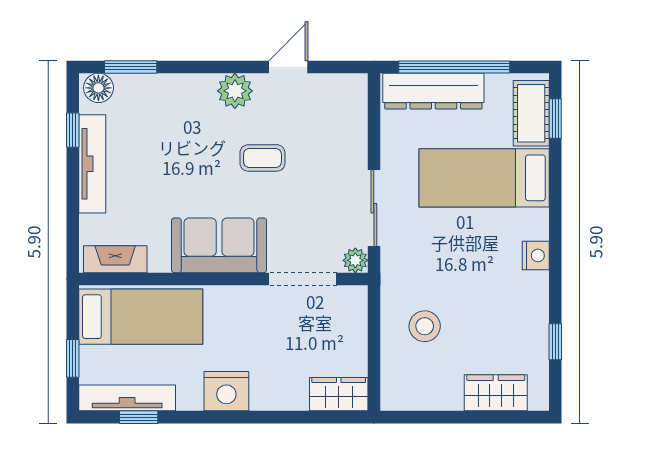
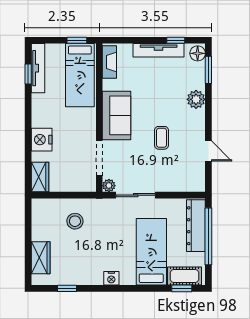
plant: (235, 91) -> (196, 99), moved
window: (73, 358) -> (77, 40), moved
nightstand: (226, 391) -> (42, 140), moved

